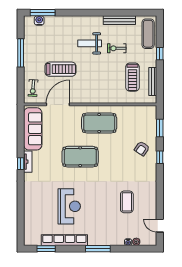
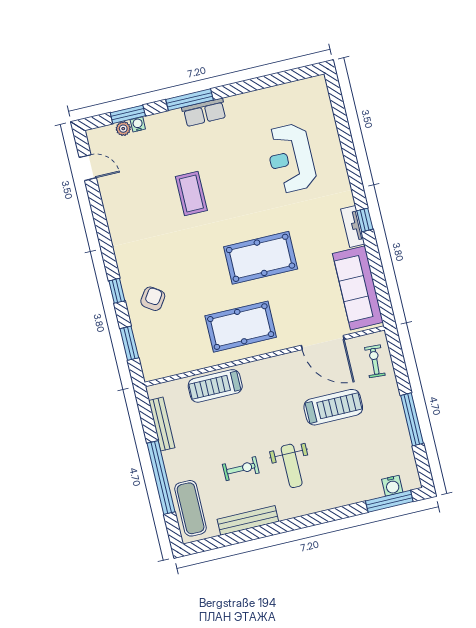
weight bench: (90, 43) -> (292, 466), turned 90
window: (160, 54) -> (161, 477), width x3.17
treadmill: (60, 69) -> (333, 407), turned 180
treadmill: (132, 77) -> (215, 386), moved, turned -90
door: (58, 104) -> (323, 342), hinge flipped
coffee table: (127, 202) -> (191, 194), moved
reception desk: (69, 206) -> (291, 158), moved
row of seats: (64, 240) -> (204, 112), moved, width x0.50
window: (46, 249) -> (128, 114), moved

